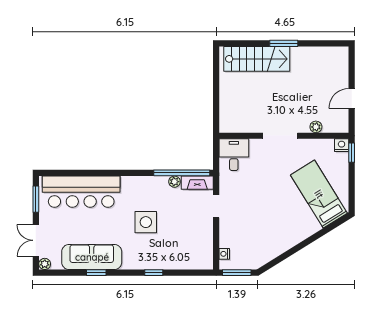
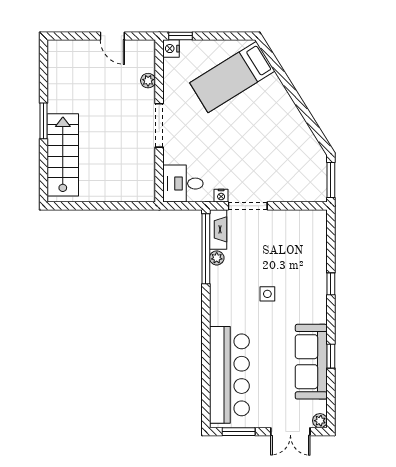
doorway: (216, 206) -> (248, 206), width x1.38
side table: (146, 222) -> (267, 294), width x0.54, depth x0.54
nightstand: (224, 254) -> (221, 196), moved

